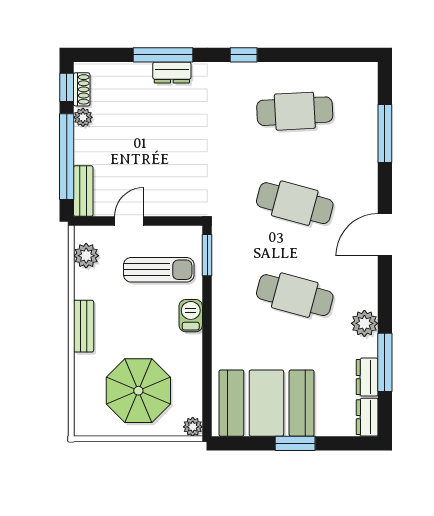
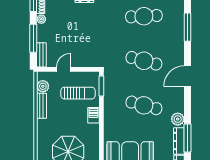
window: (67, 157) -> (33, 38), width x0.68
bench: (84, 326) -> (42, 106), moved
dresser: (367, 377) -> (179, 141), width x1.44

